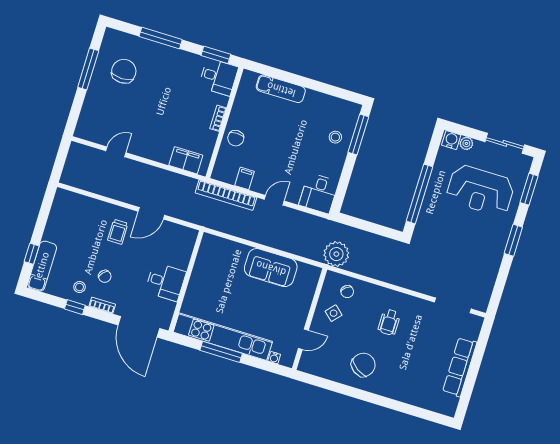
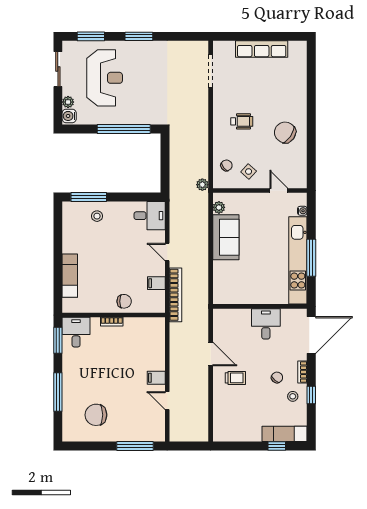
window: (88, 69) -> (135, 446), moved
filing cabinet: (186, 160) -> (156, 378), moved, width x0.50
plant: (336, 254) -> (202, 185), width x0.53, depth x0.53
plant: (305, 270) -> (219, 207), added

